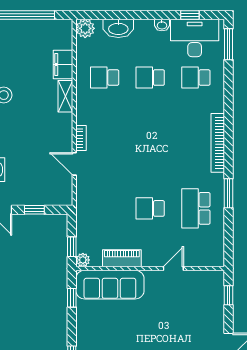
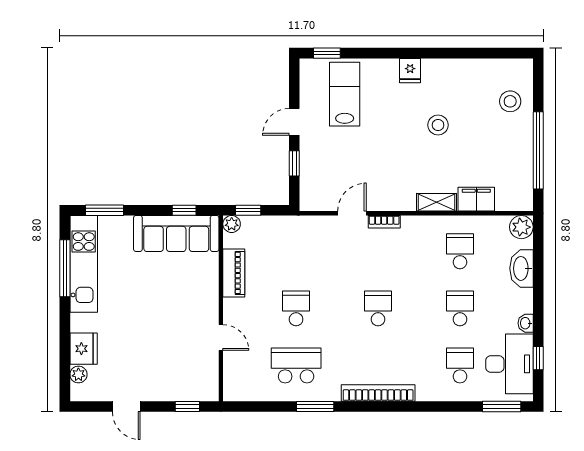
school desk: (150, 143) -> (378, 308), added
sofa: (110, 285) -> (176, 233), moved, turned -90

